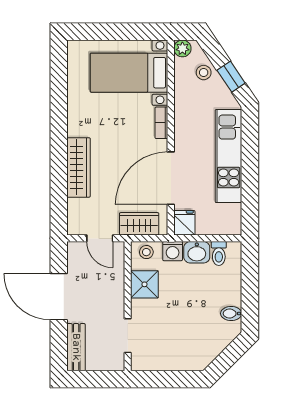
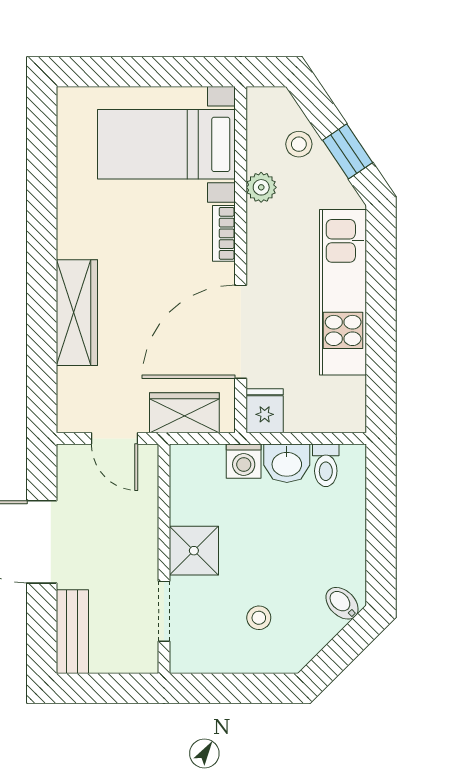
plant: (182, 48) -> (261, 187), moved
stool: (146, 252) -> (259, 618), moved
shower: (144, 284) -> (194, 551), moved
bidet: (231, 313) -> (342, 603), moved, turned 45

